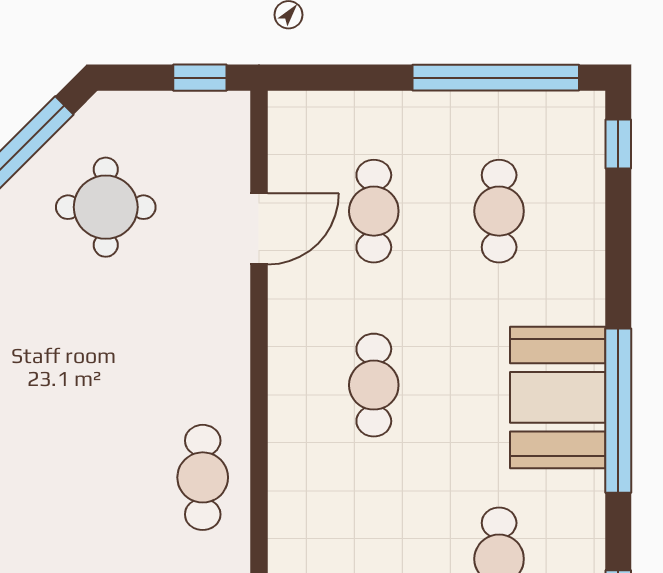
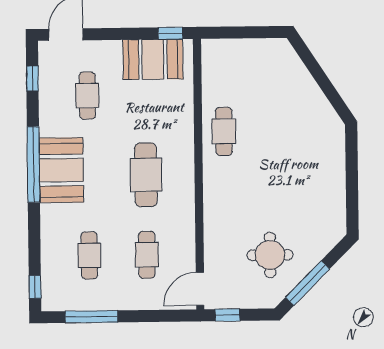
window: (496, 78) -> (92, 317), width x0.68
door: (259, 229) -> (200, 289), moved
cafe table: (374, 385) -> (146, 175), width x1.37, depth x1.35

